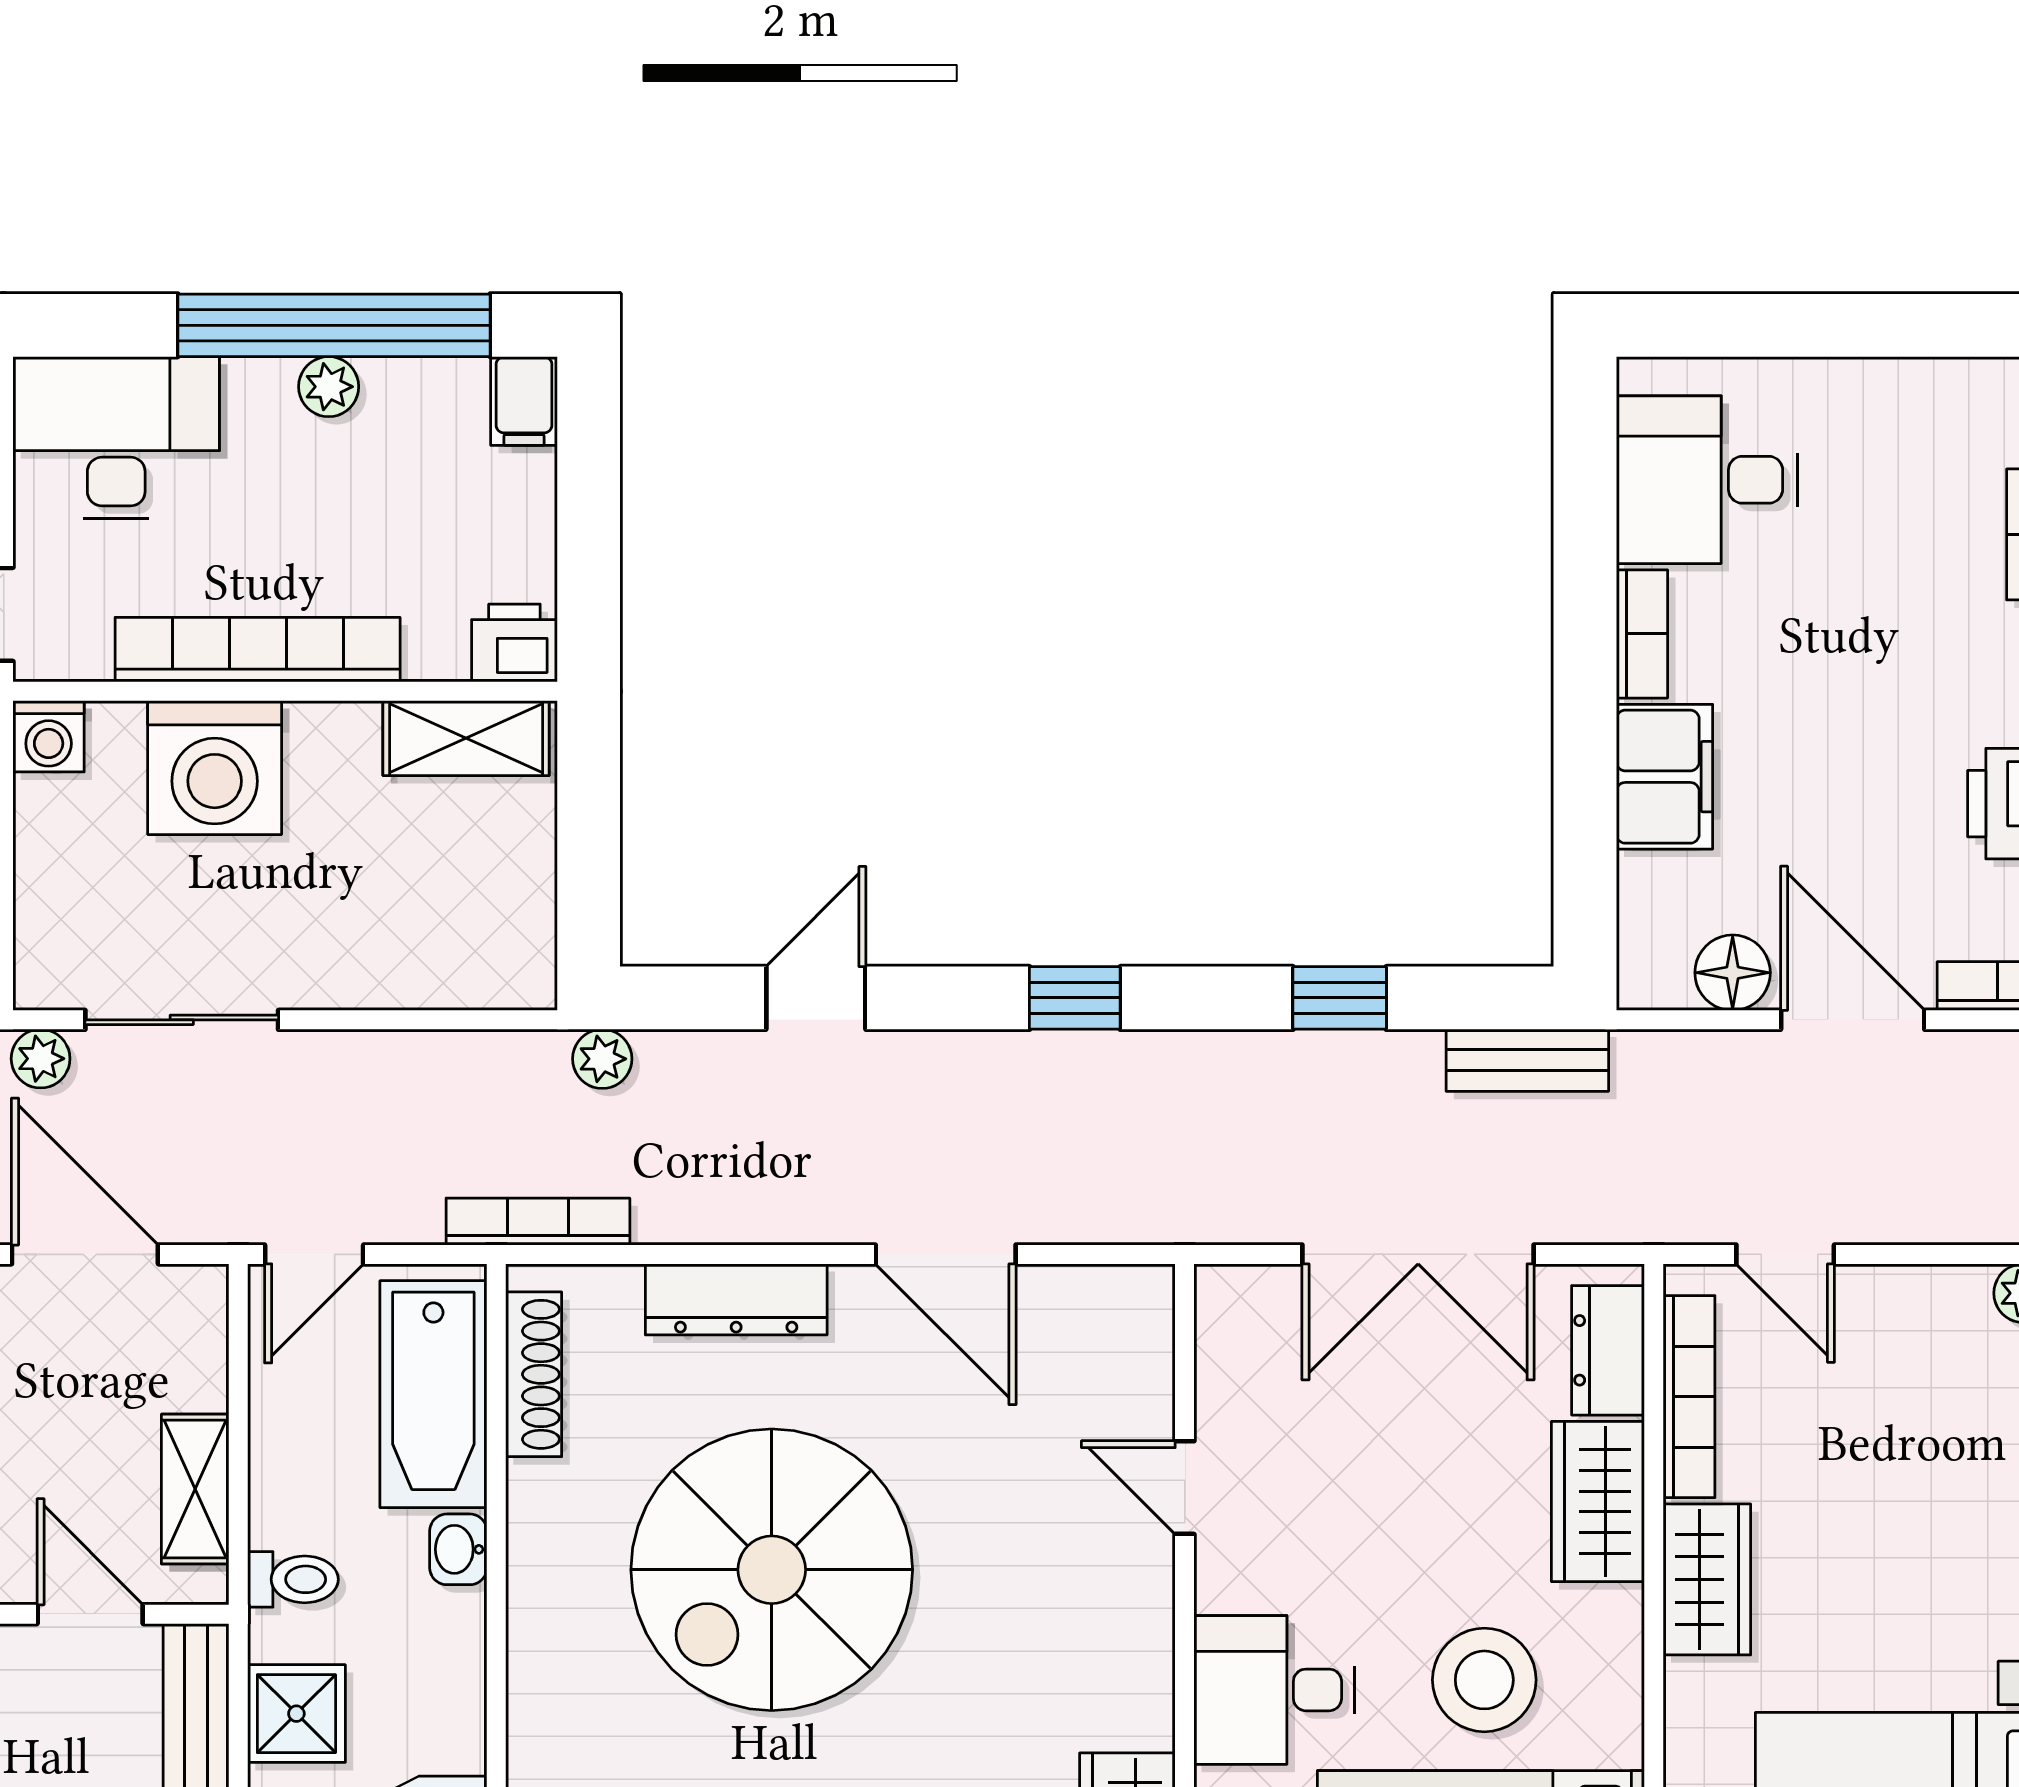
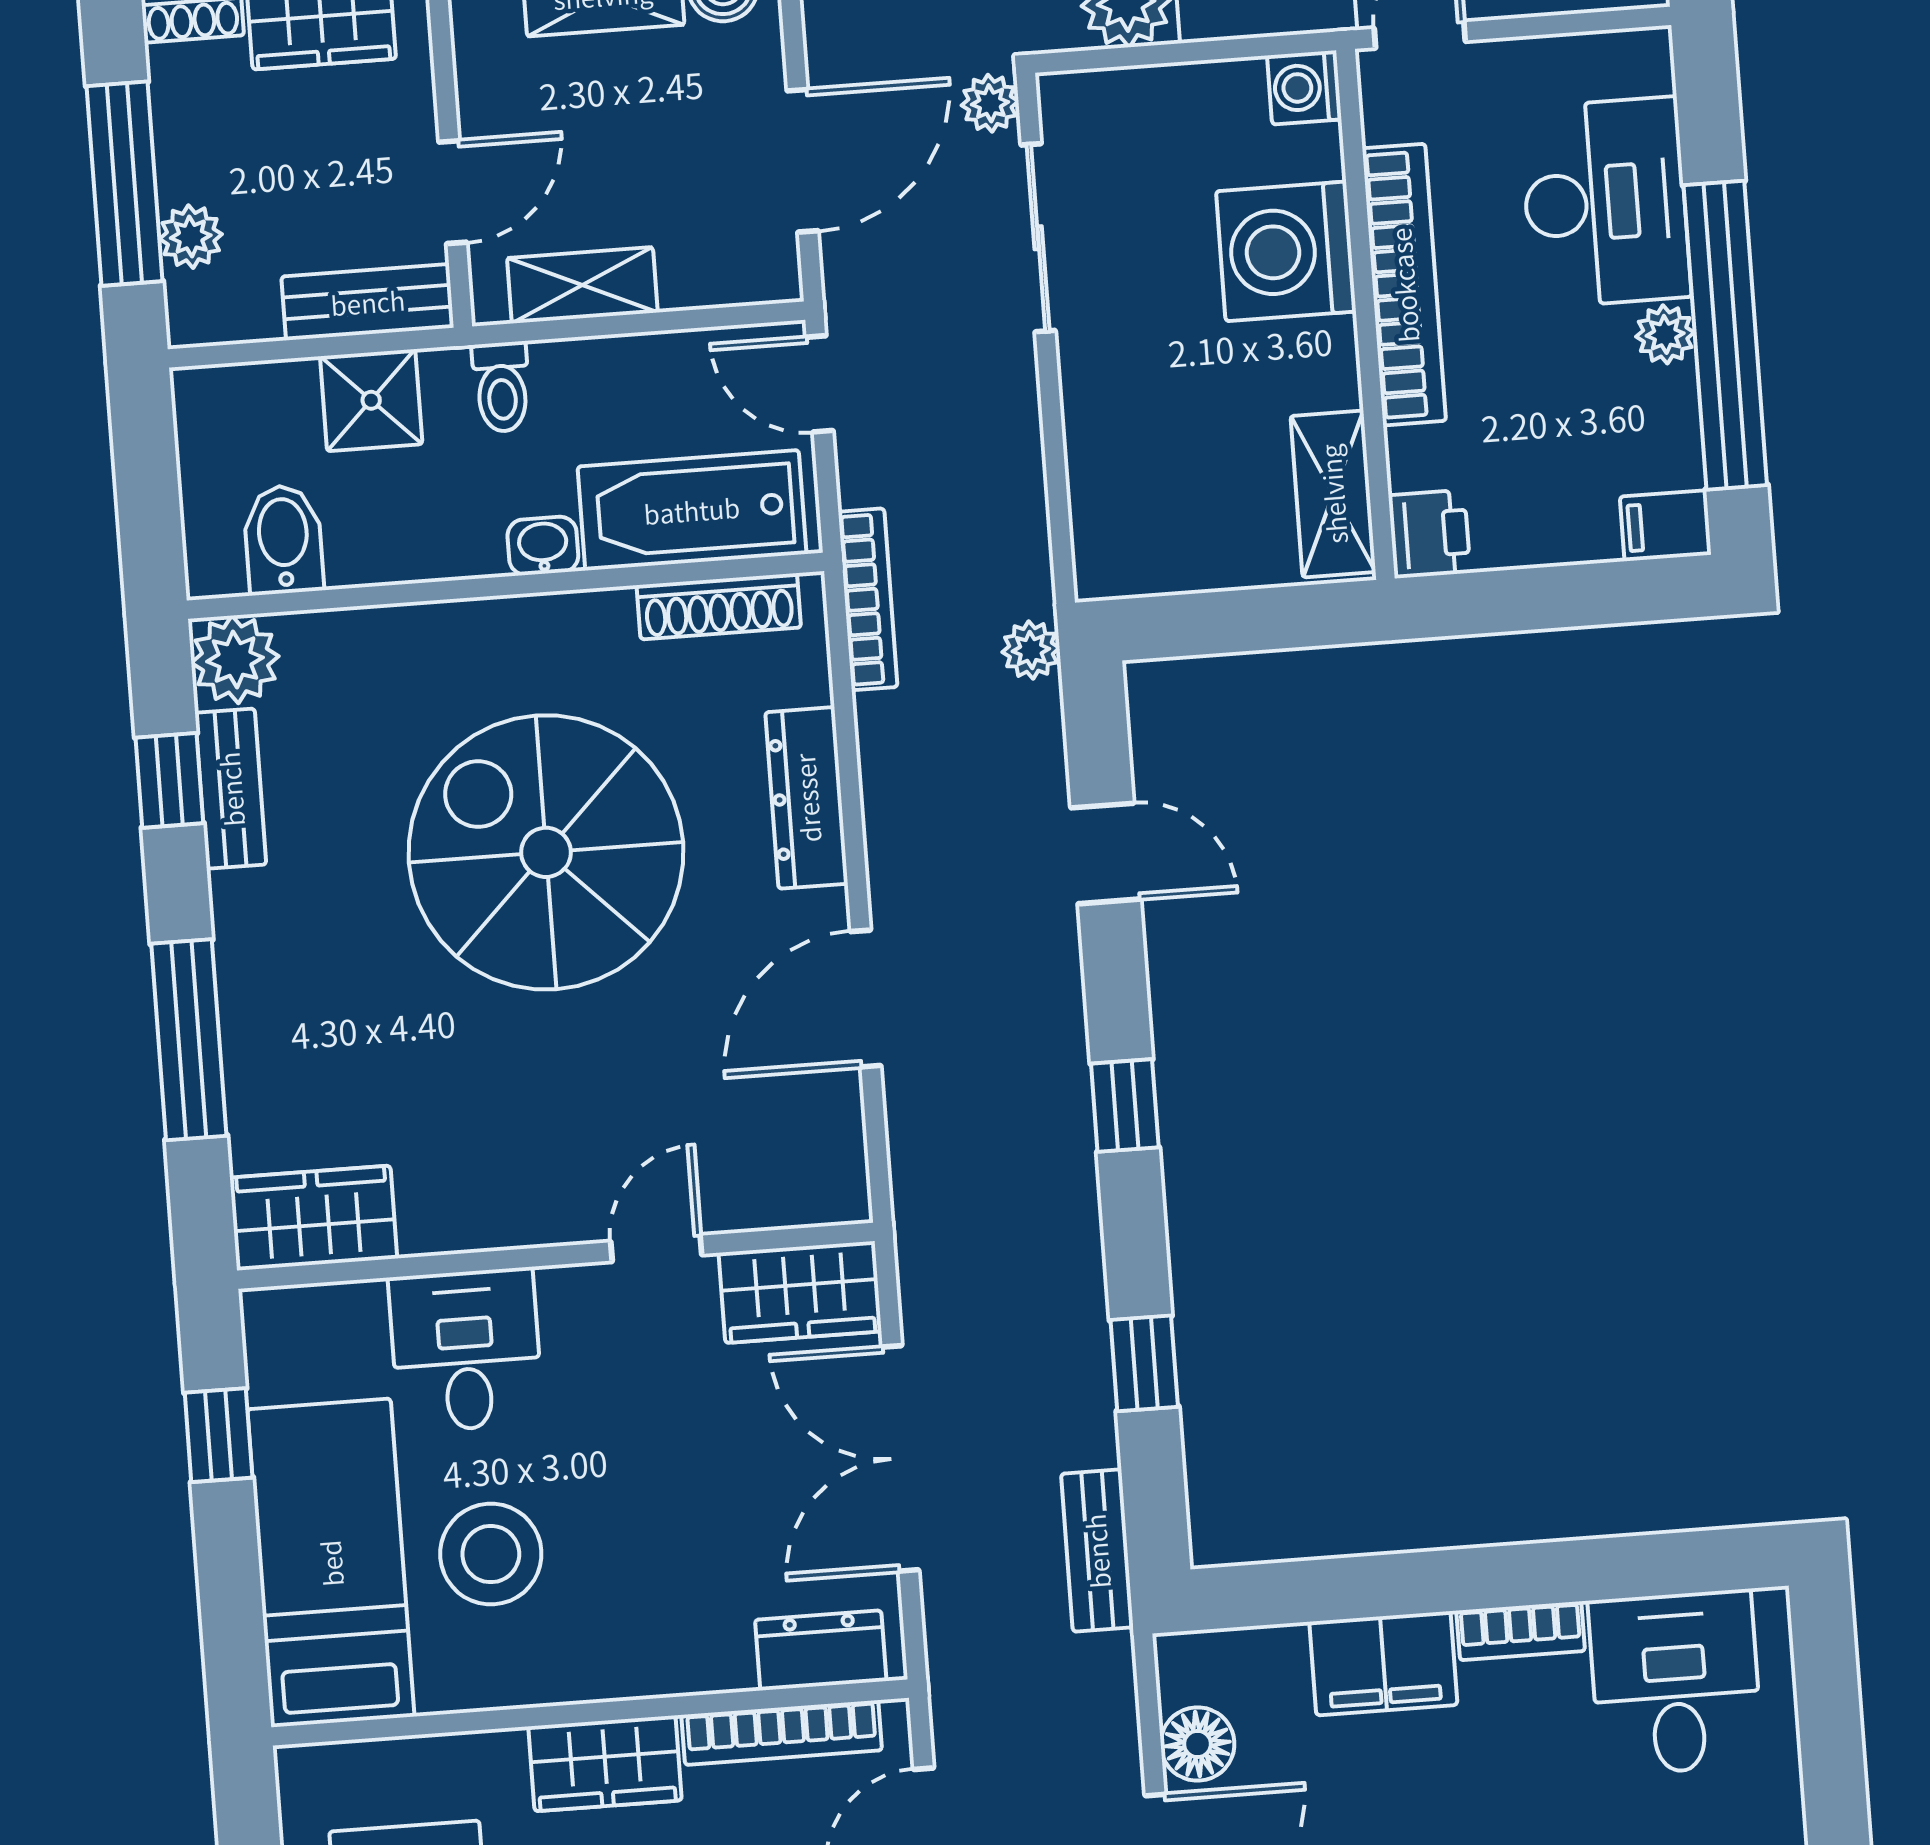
desk: (116, 438) -> (1605, 202), moved
wardrobe: (1598, 1502) -> (800, 1292), moved, turned 180

